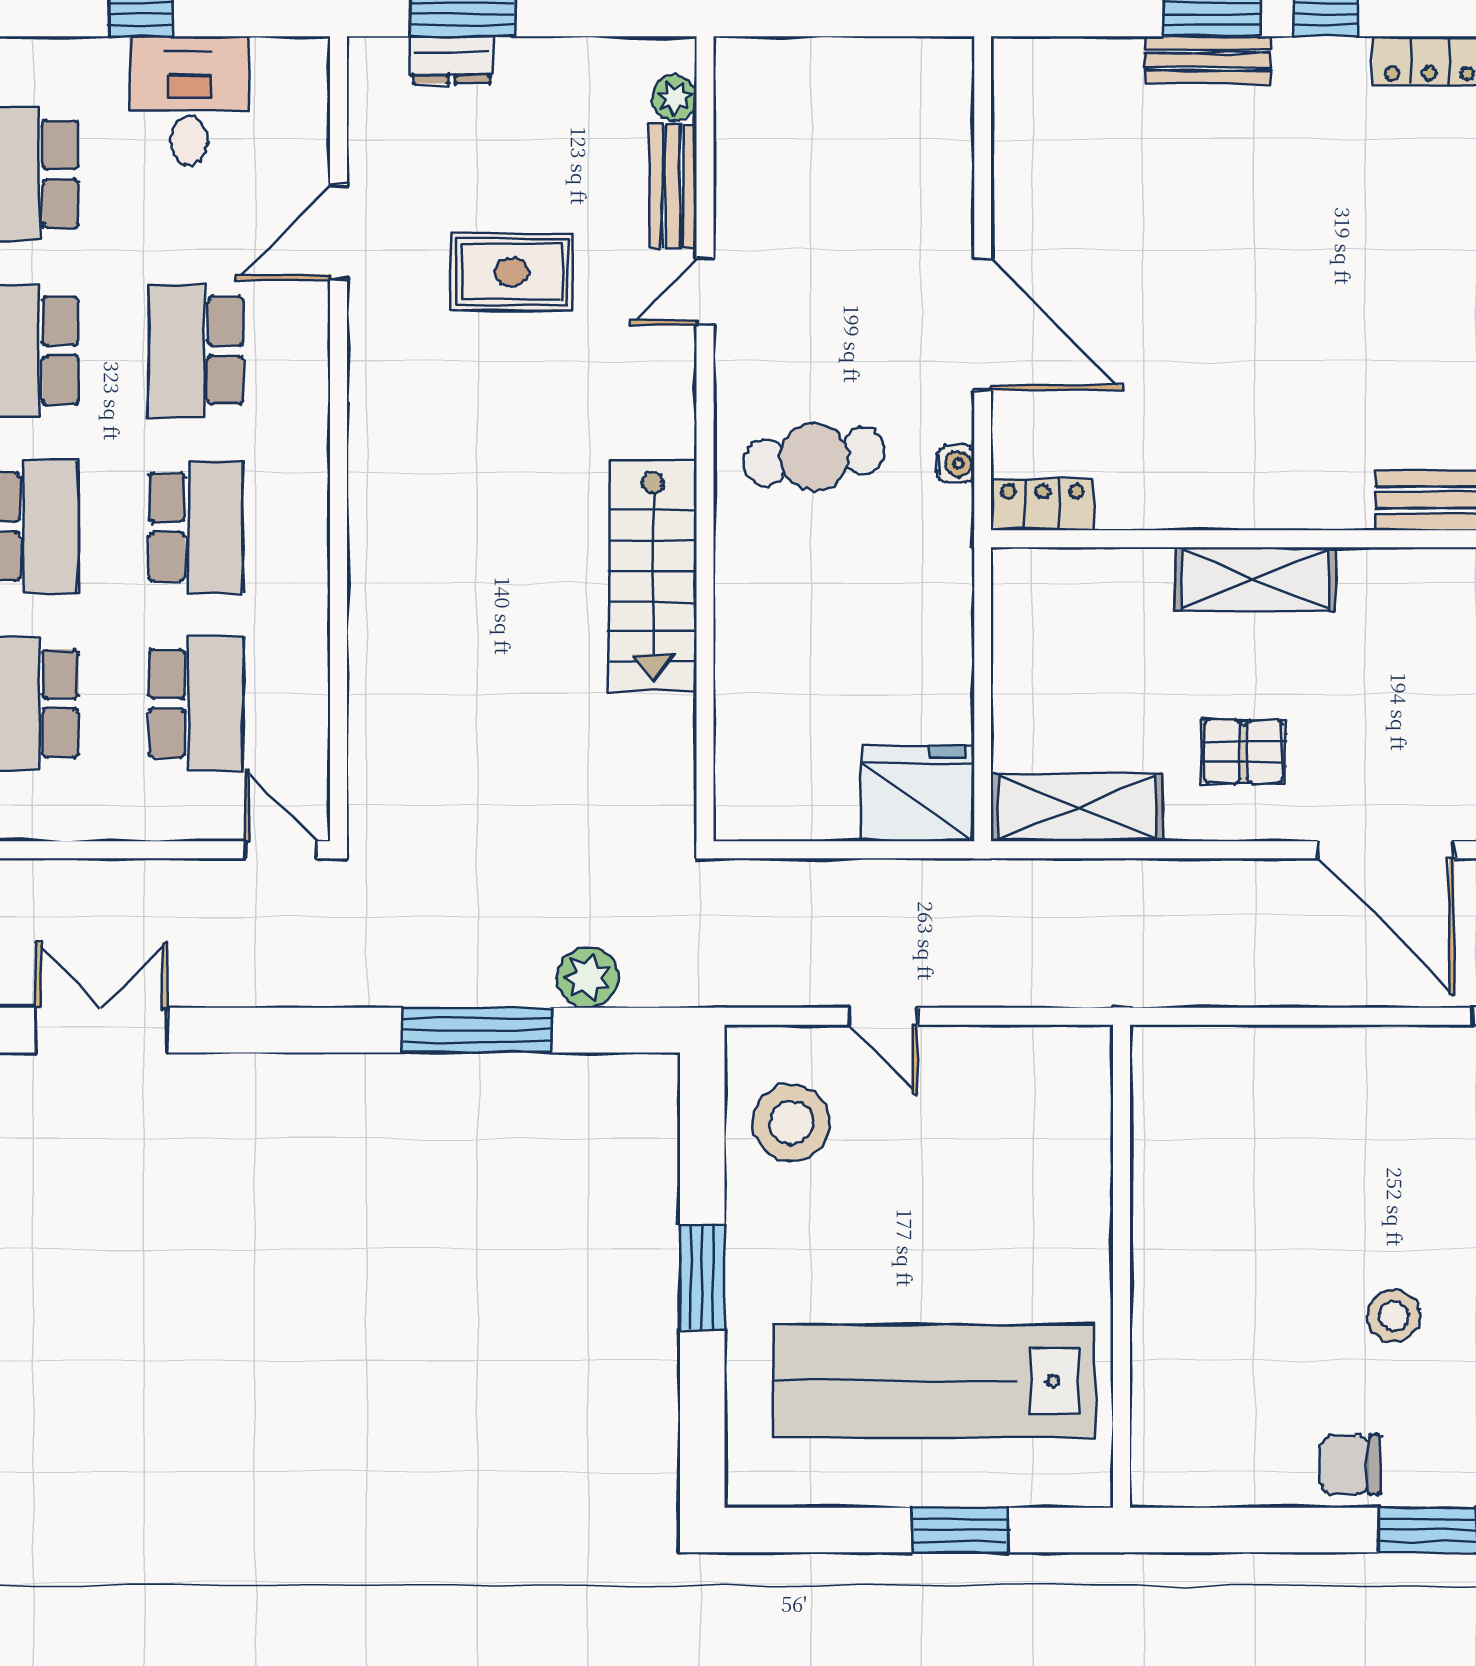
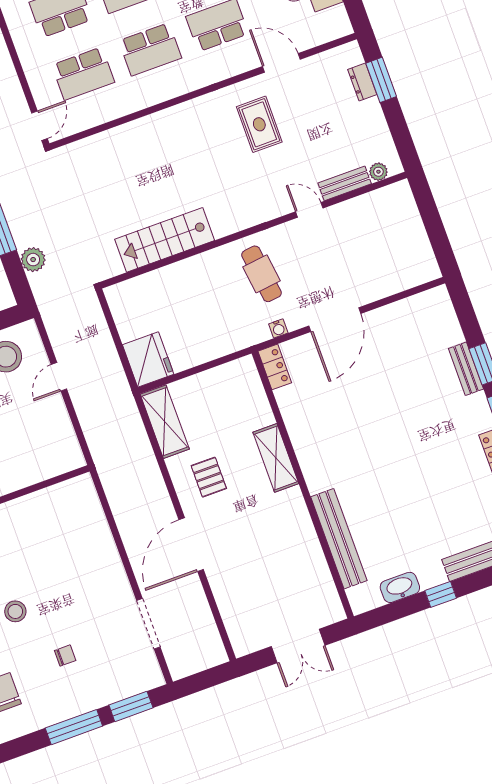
rug: (512, 272) -> (259, 124), moved
stairs: (653, 576) -> (165, 240), moved

